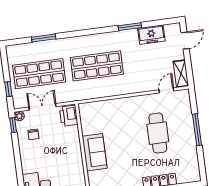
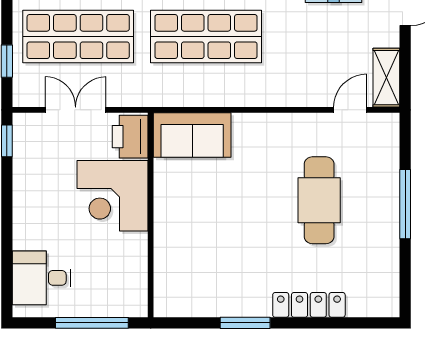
plant: (19, 116) -> (23, 123), removed
chair: (33, 134) -> (48, 167), removed
corner desk: (64, 143) -> (113, 196), added
sofa: (95, 152) -> (192, 135), moved, turned 90

